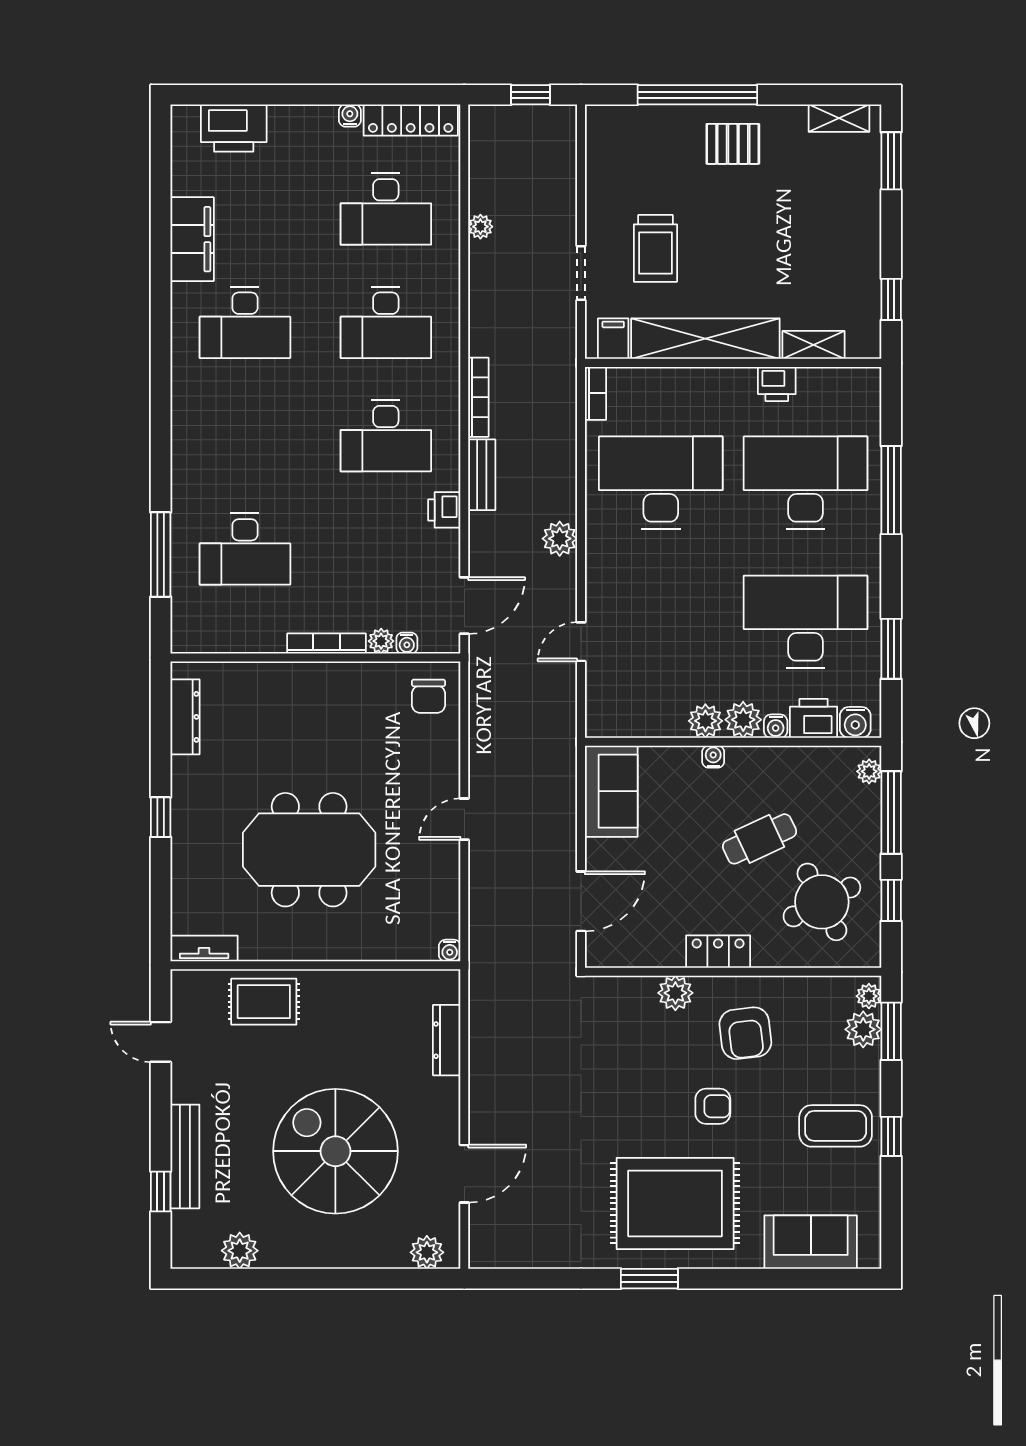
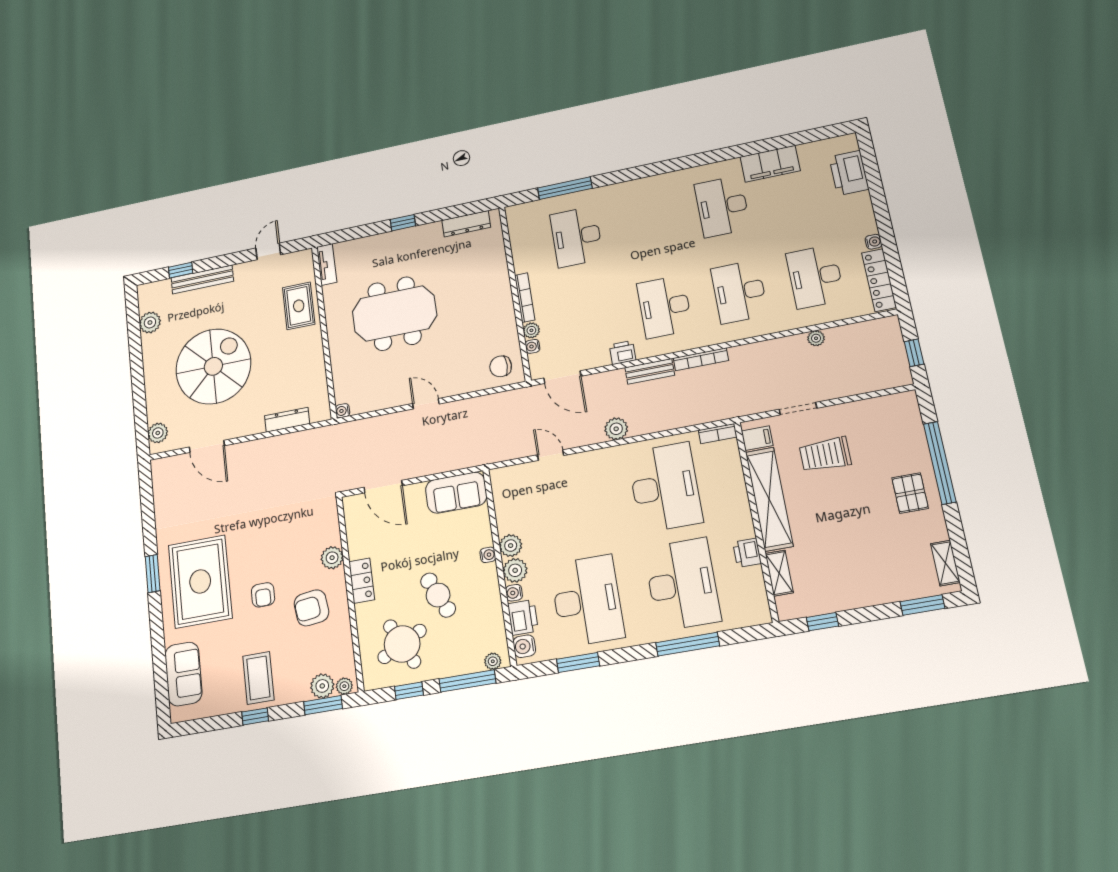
meeting table: (309, 850) -> (394, 314), turned 90

